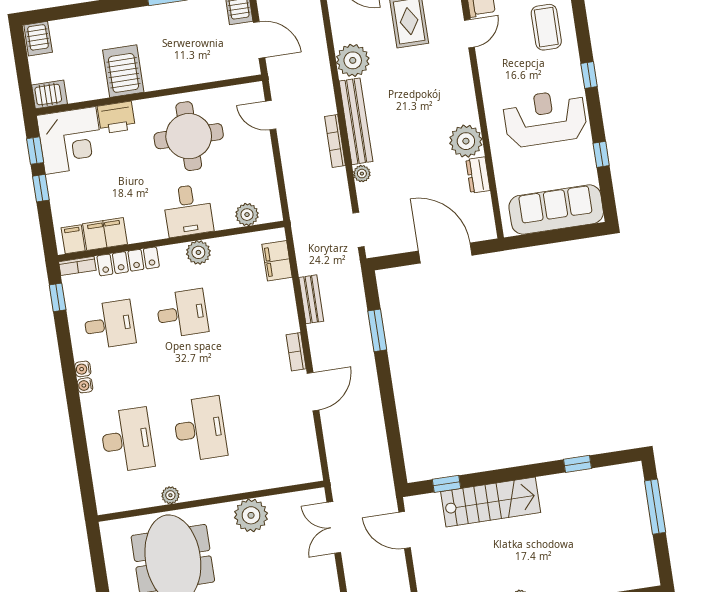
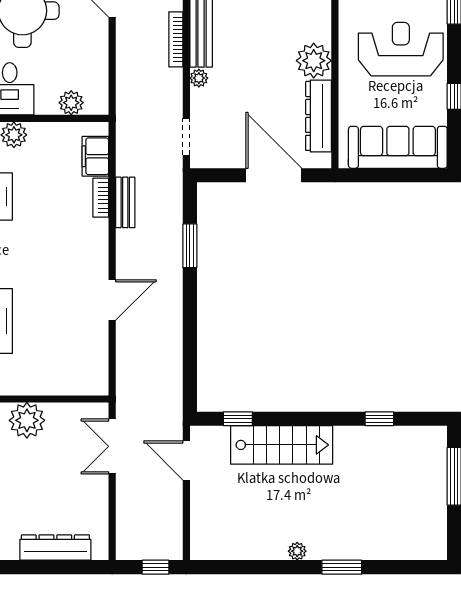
dresser: (478, 175) -> (318, 116), width x1.96, depth x1.24
bookcase: (296, 352) -> (101, 198), moved

